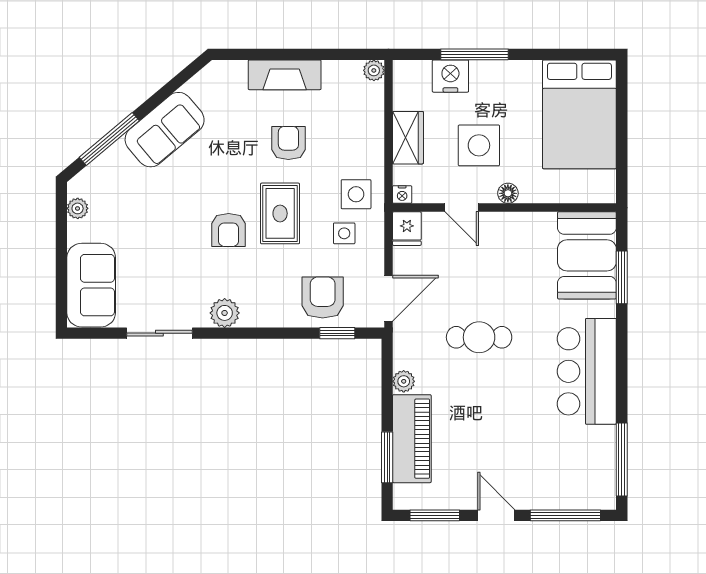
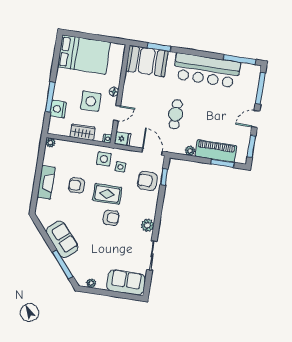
bar counter: (587, 371) -> (207, 70), width x1.36

